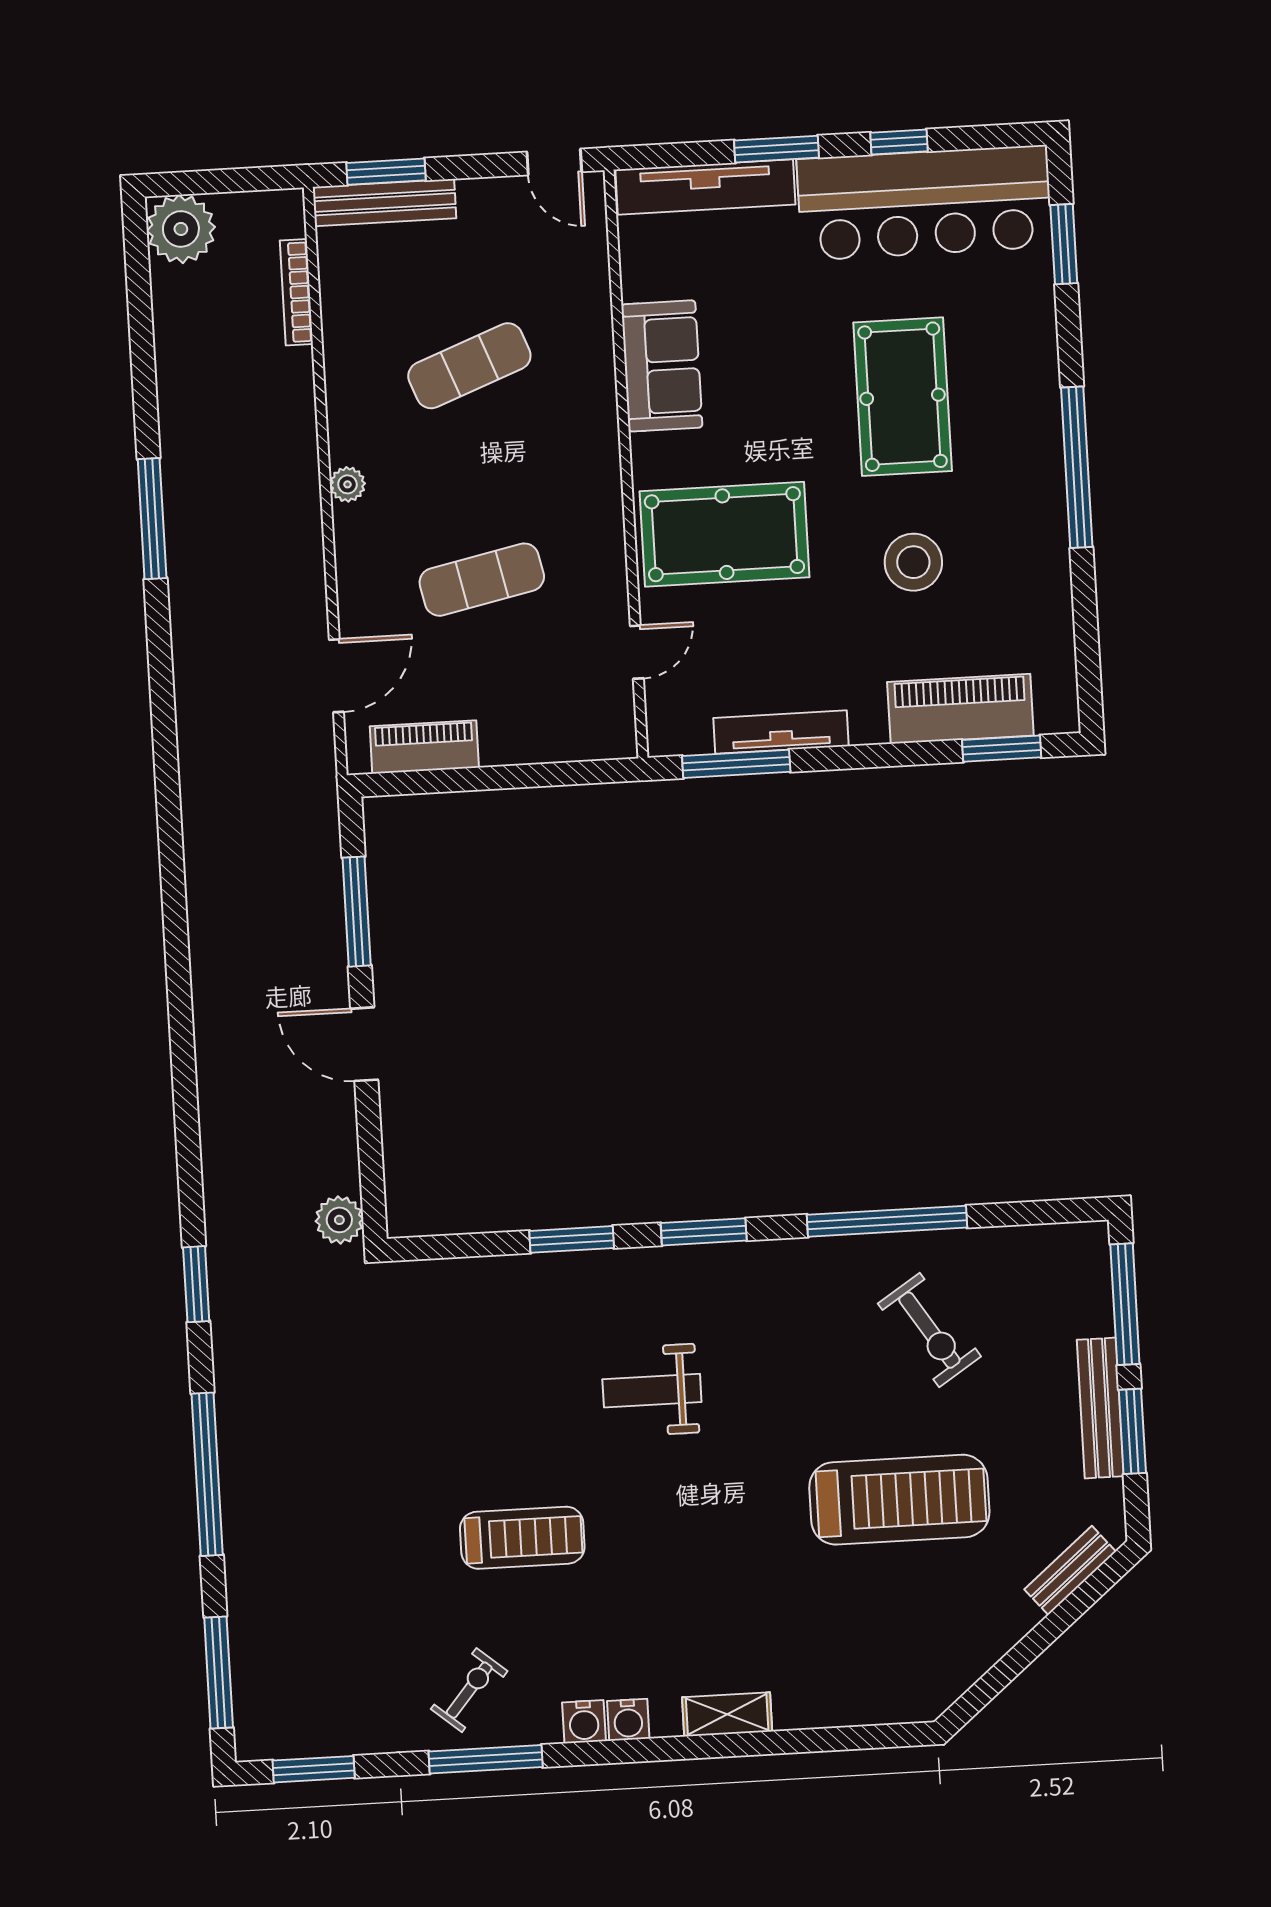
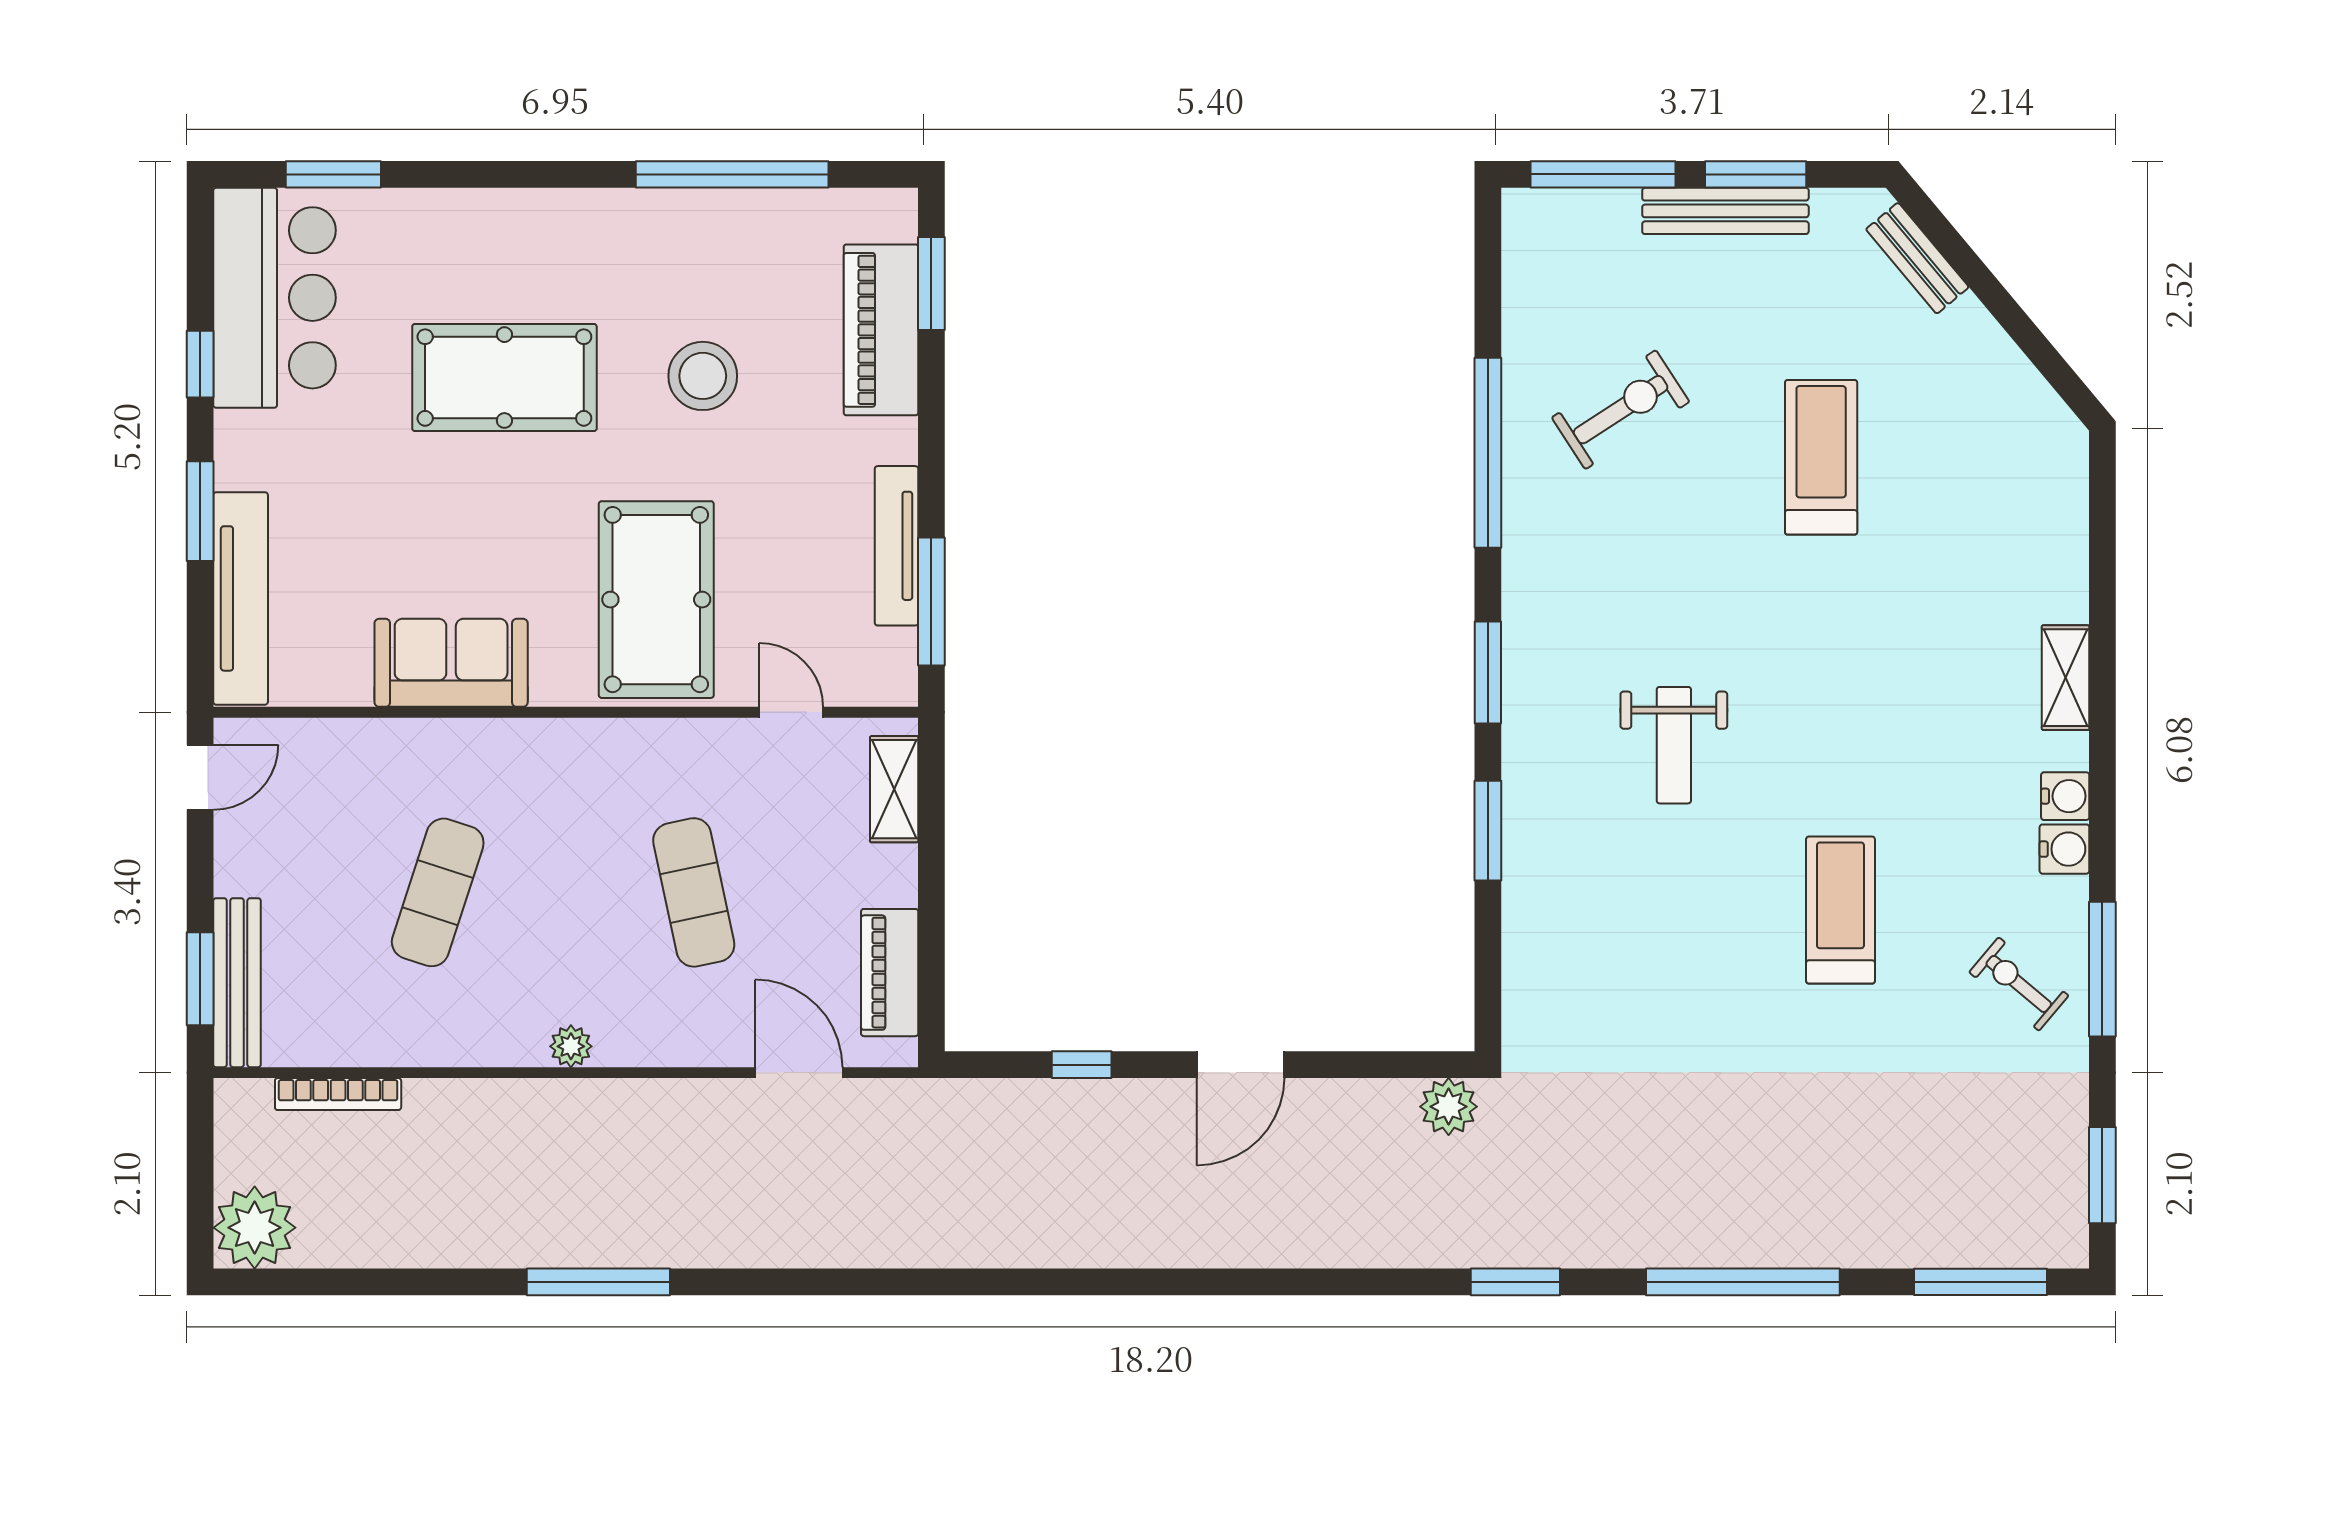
bar counter: (925, 203) -> (275, 298), width x0.73
exercise mat: (469, 366) -> (438, 892), turned 39
window: (1077, 467) -> (732, 174), moved
shelving: (578, 742) -> (894, 789), added
window: (357, 912) -> (1082, 1065), width x0.46
treadmill: (899, 1500) -> (1821, 457), width x0.73, depth x0.73

